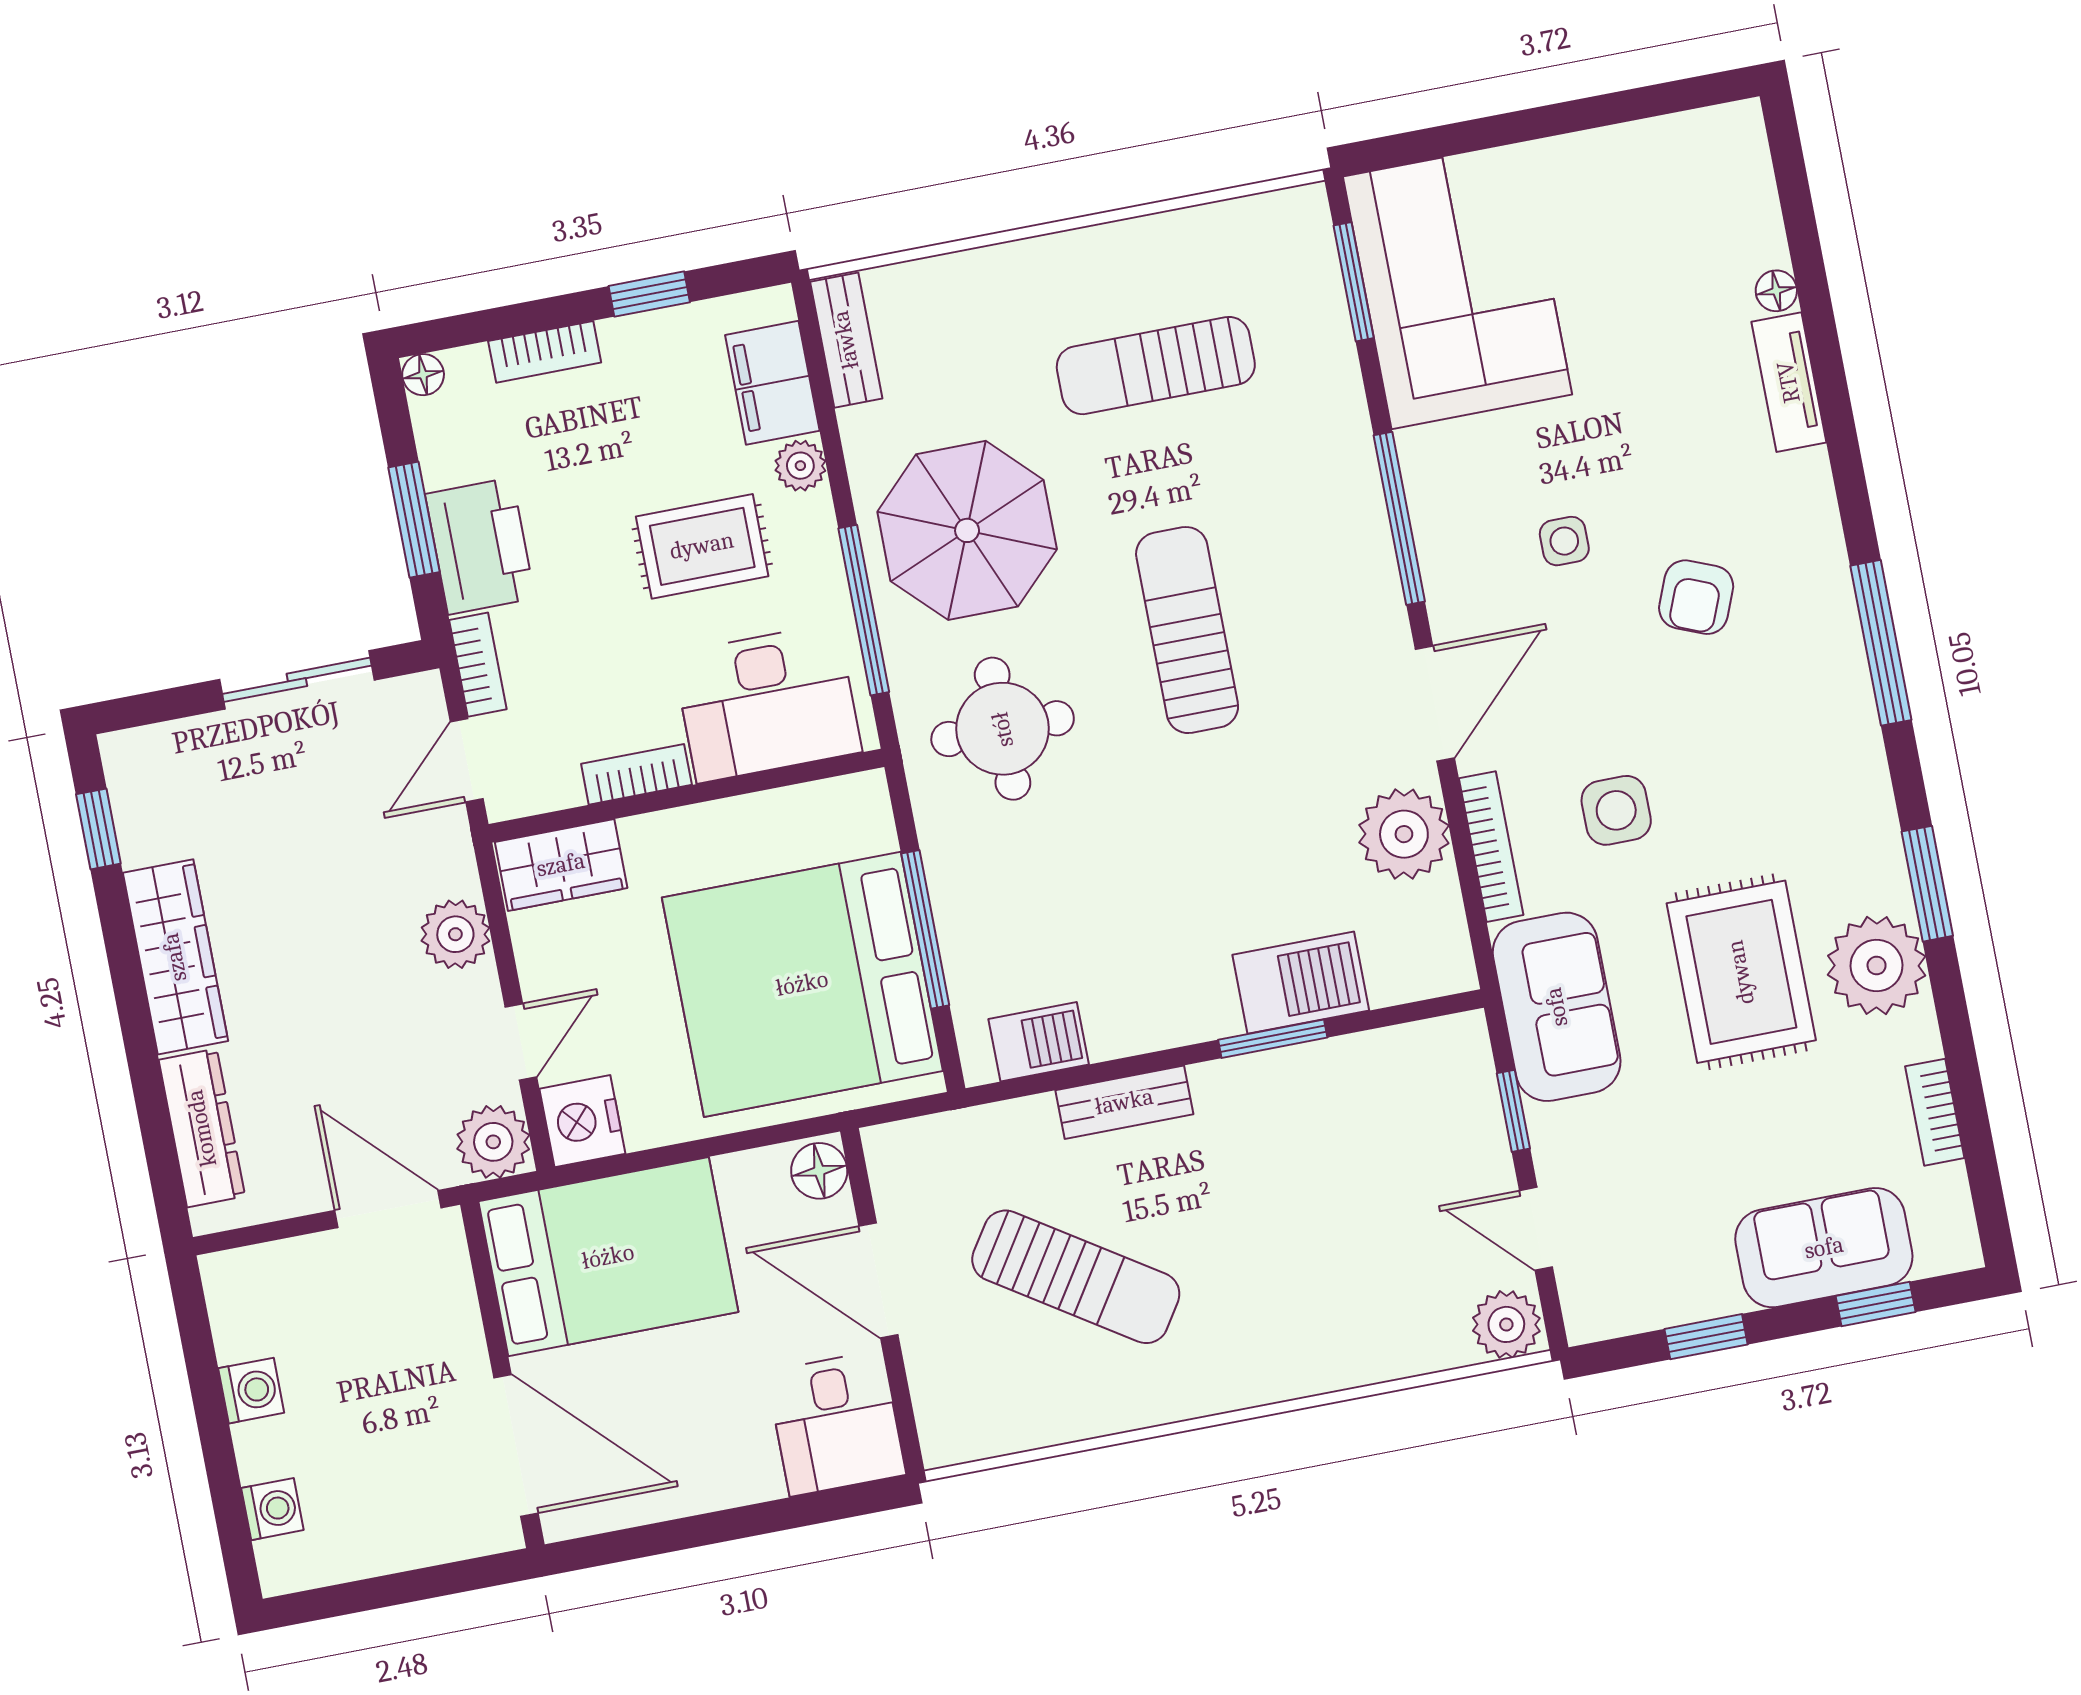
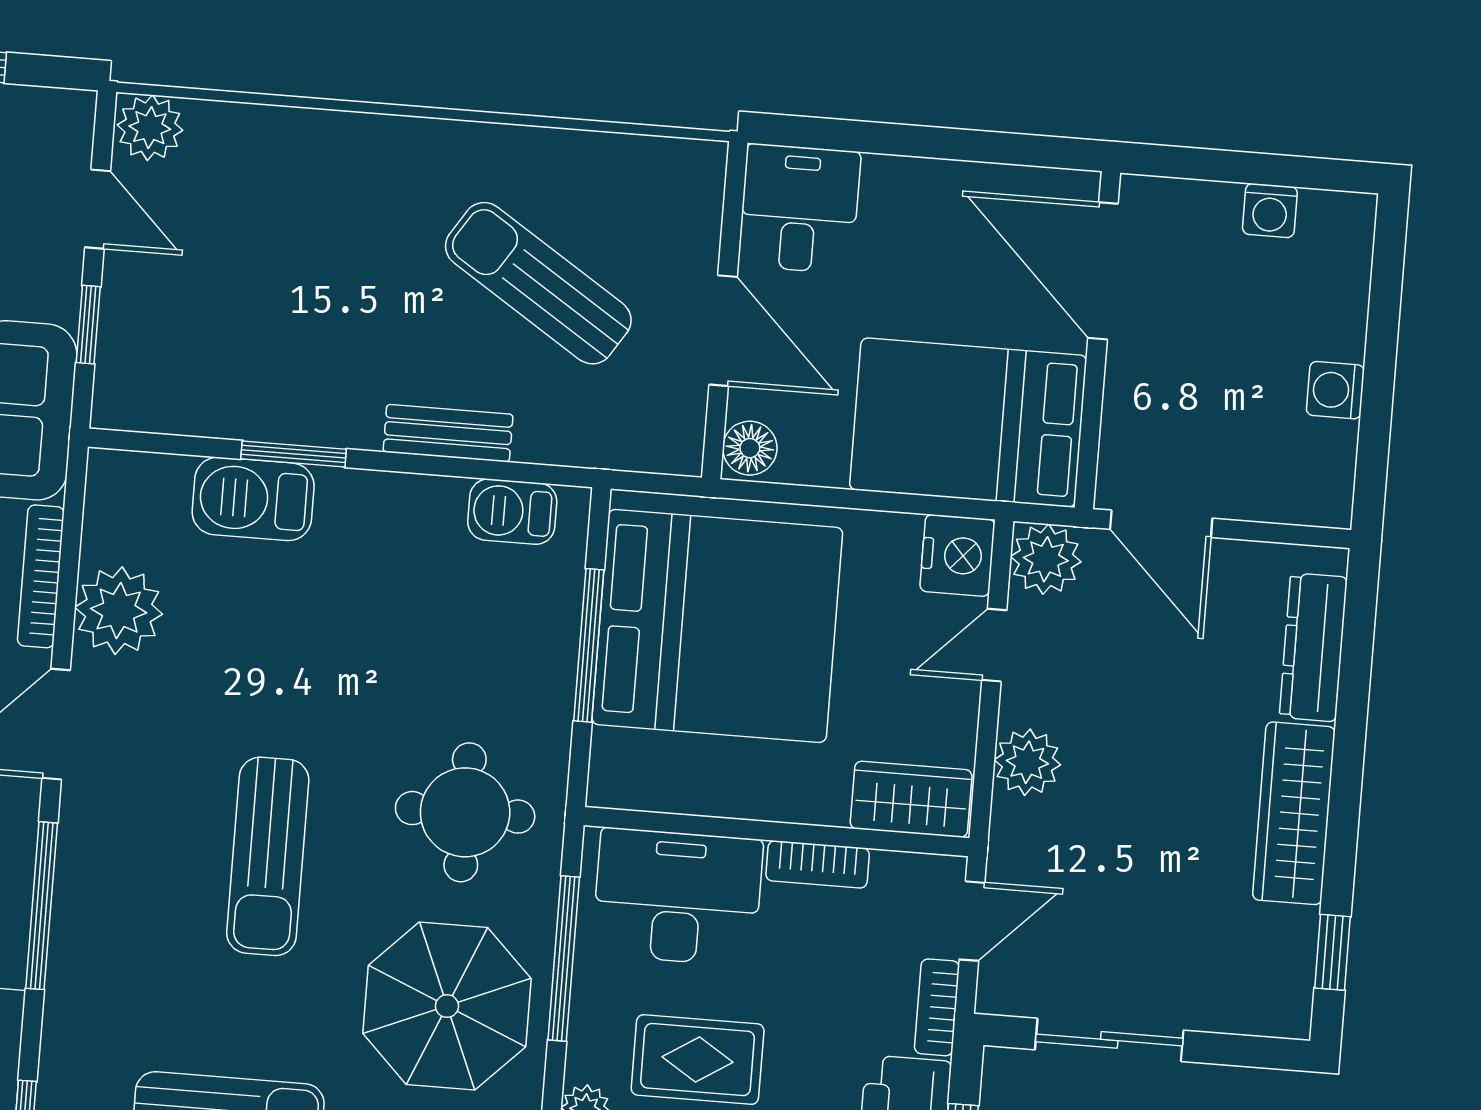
washing machine: (272, 1509) -> (1270, 211), moved, turned -90

